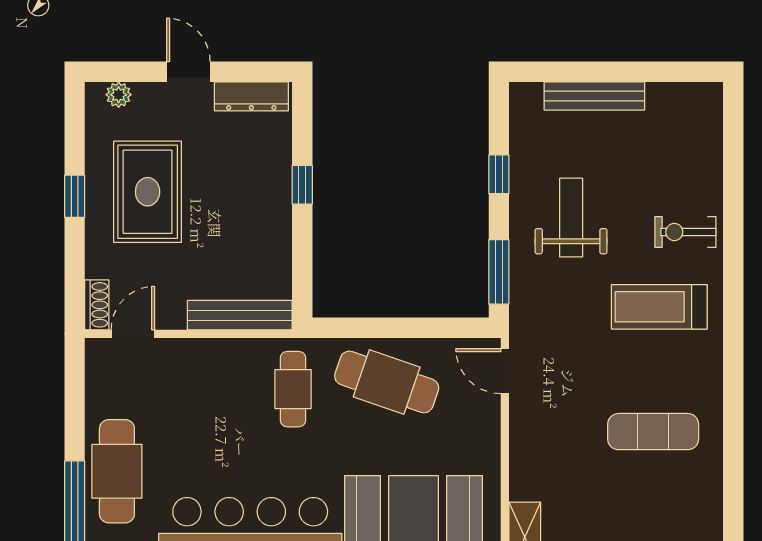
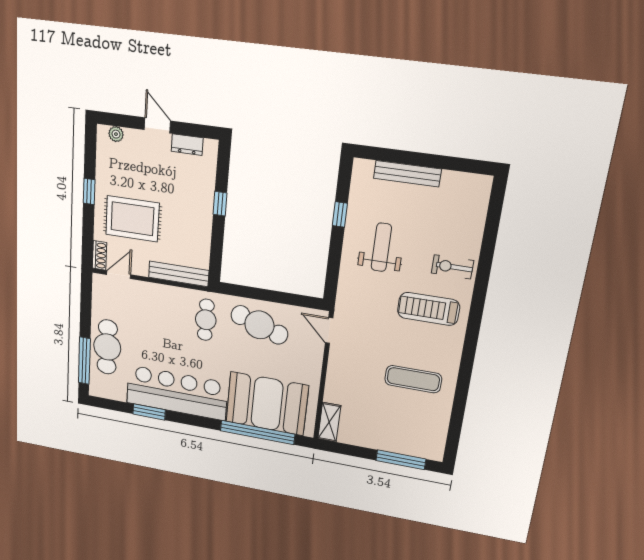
dresser: (251, 96) -> (187, 145), width x0.70
rug: (148, 192) -> (132, 219), moved, turned 90
window: (499, 272) -> (333, 273), removed

